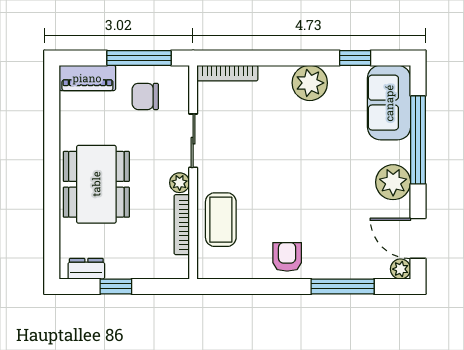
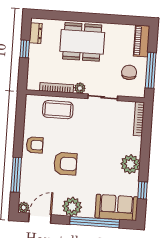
armchair: (317, 200) -> (65, 164), added

